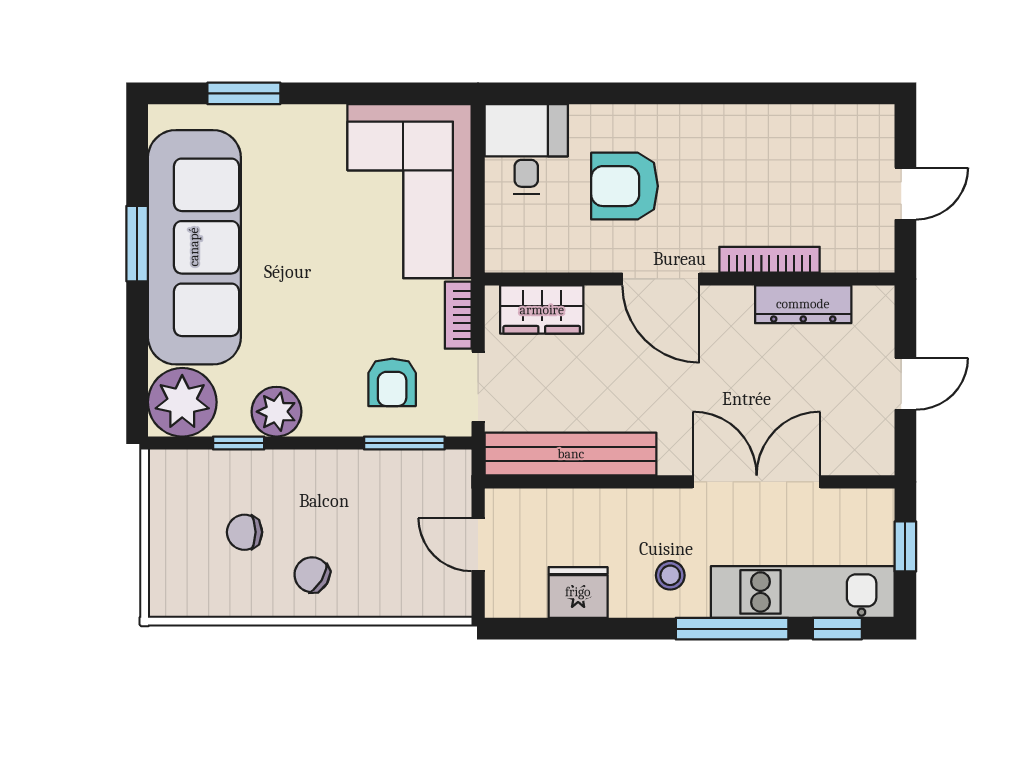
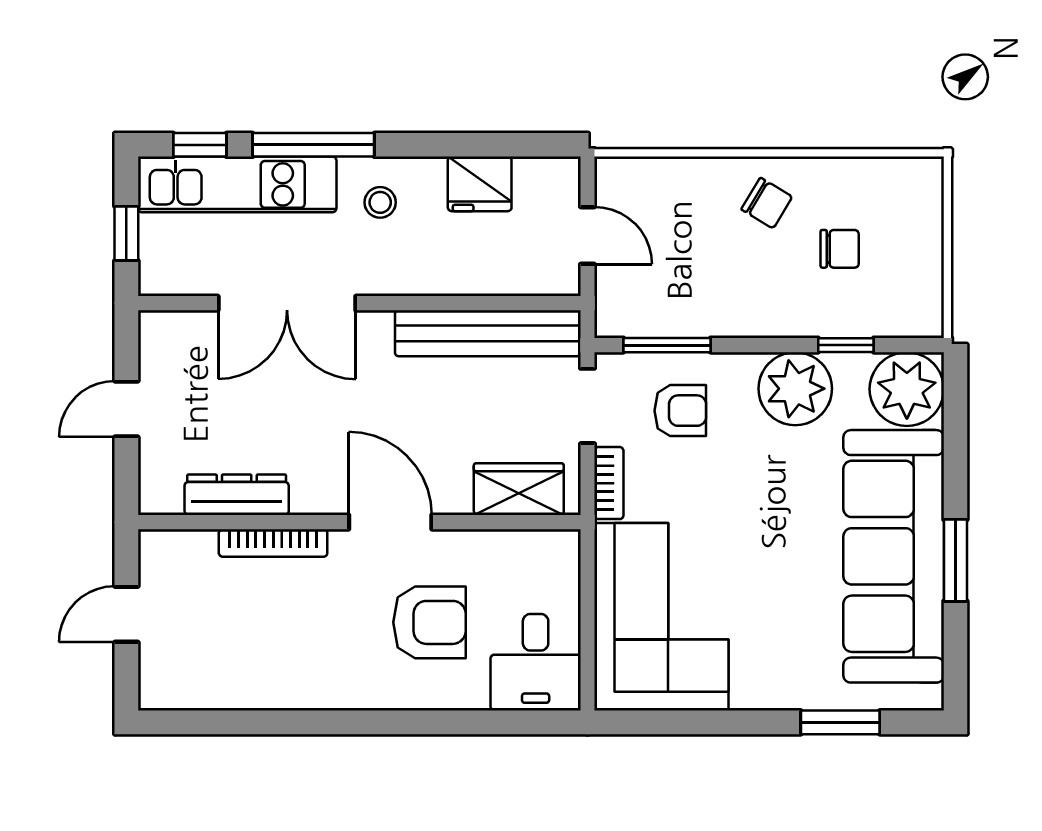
armchair: (392, 382) -> (680, 411), turned 90
plant: (277, 412) -> (795, 389), width x1.36, depth x1.36

